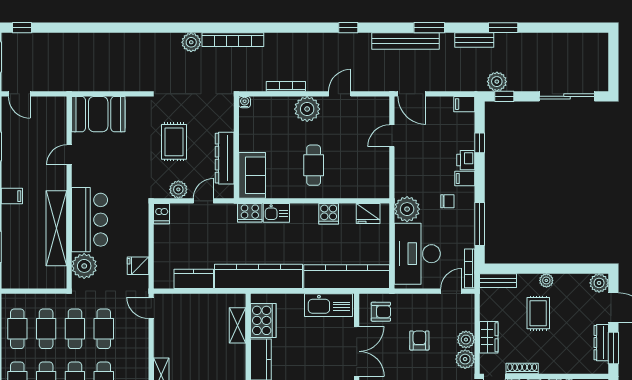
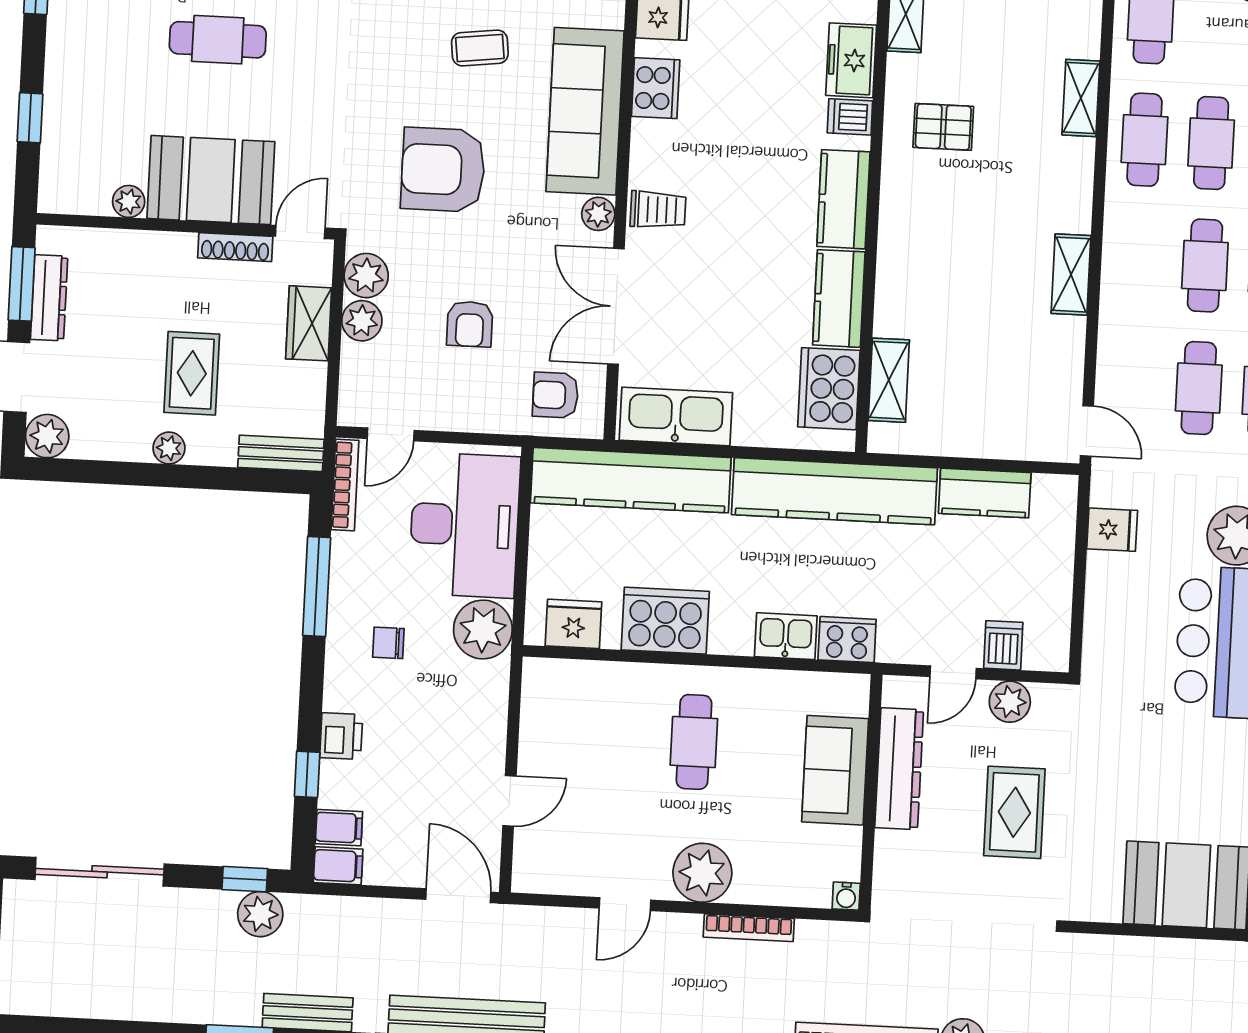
sofa: (252, 175) -> (835, 770), moved
filing cabinet: (465, 178) -> (339, 828), moved
dishwasher: (162, 214) -> (1003, 645), moved
cooker: (329, 214) -> (665, 621), width x1.87, depth x1.31

